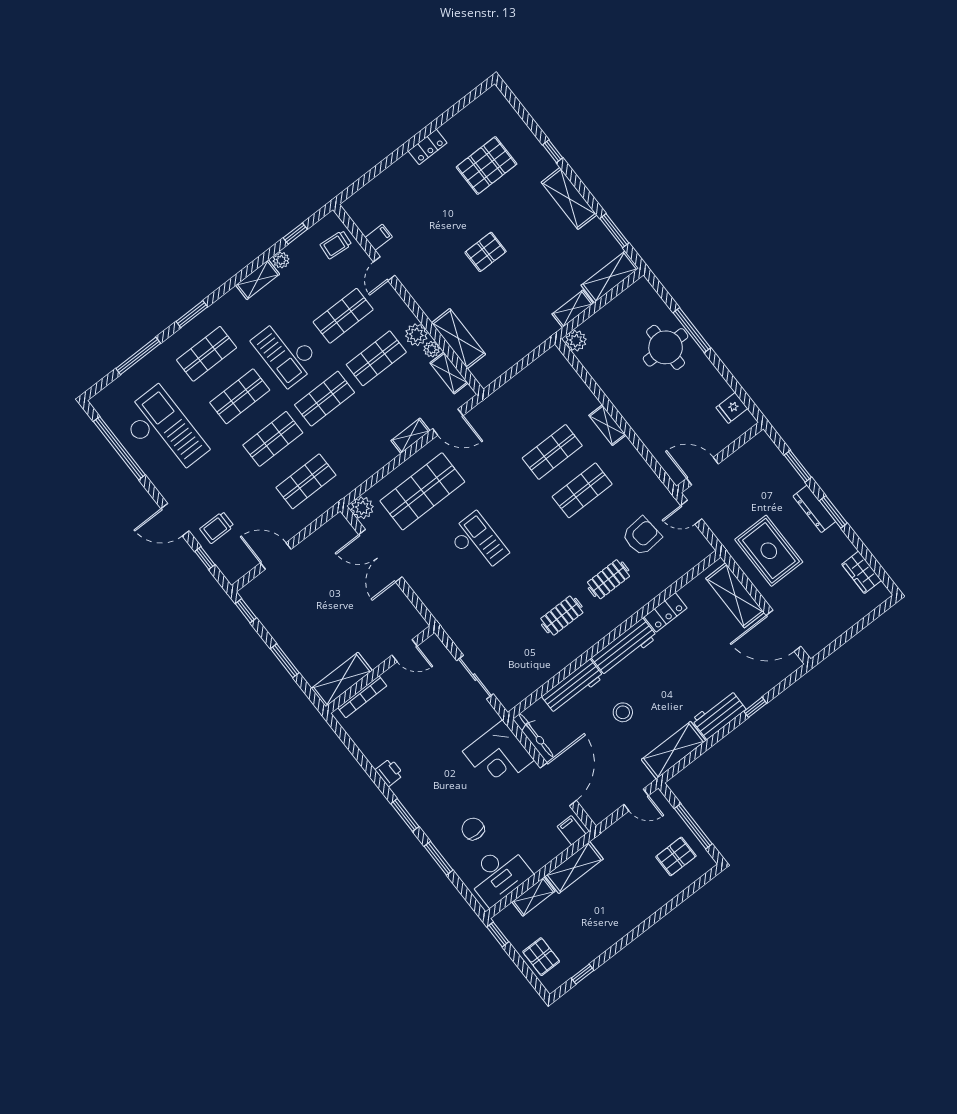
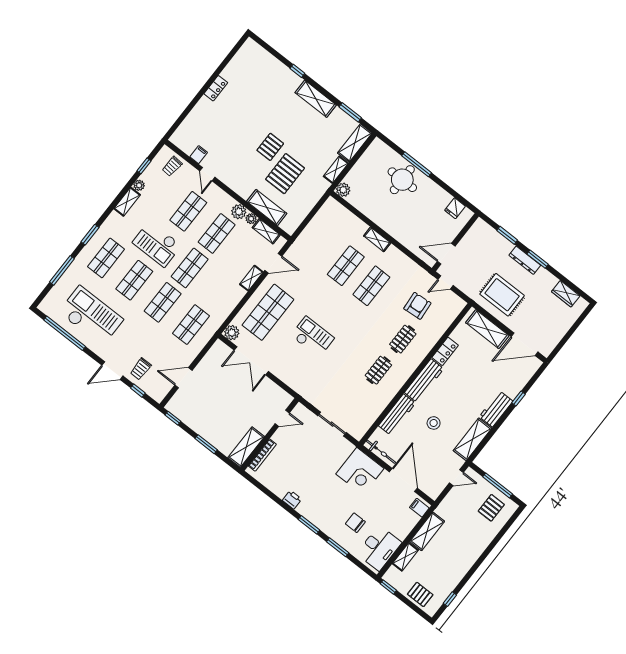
pallet: (487, 165) -> (285, 174), moved

